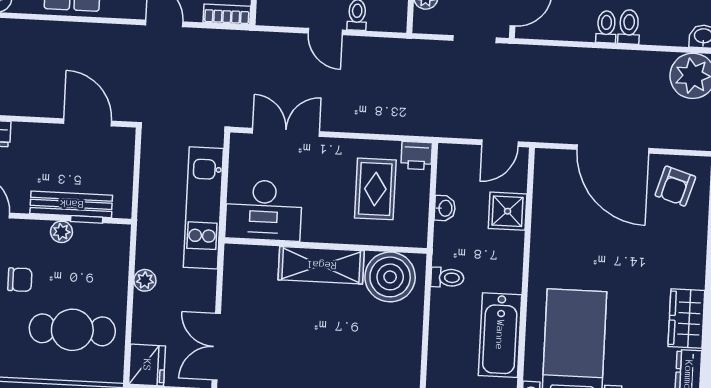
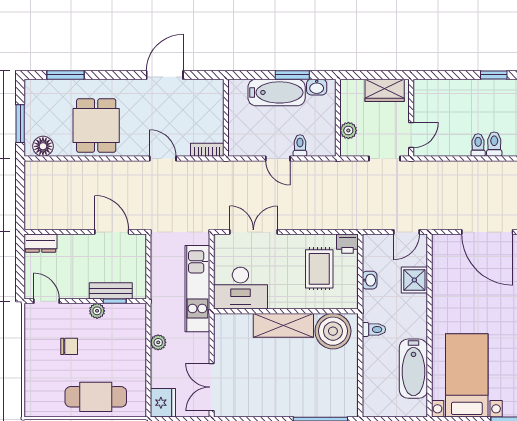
bench: (71, 204) -> (111, 291), width x0.73
cafe table: (72, 330) -> (96, 397), moved

